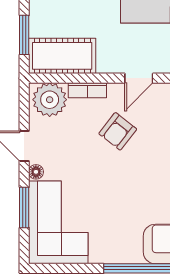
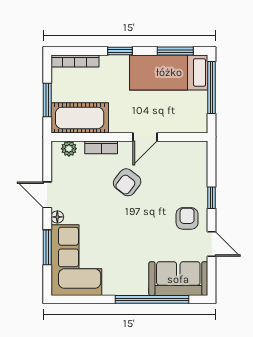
plant: (50, 100) -> (69, 149), width x0.53, depth x0.53

